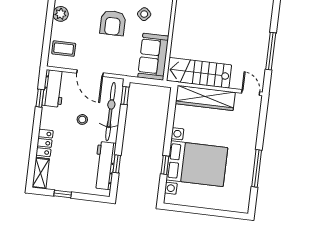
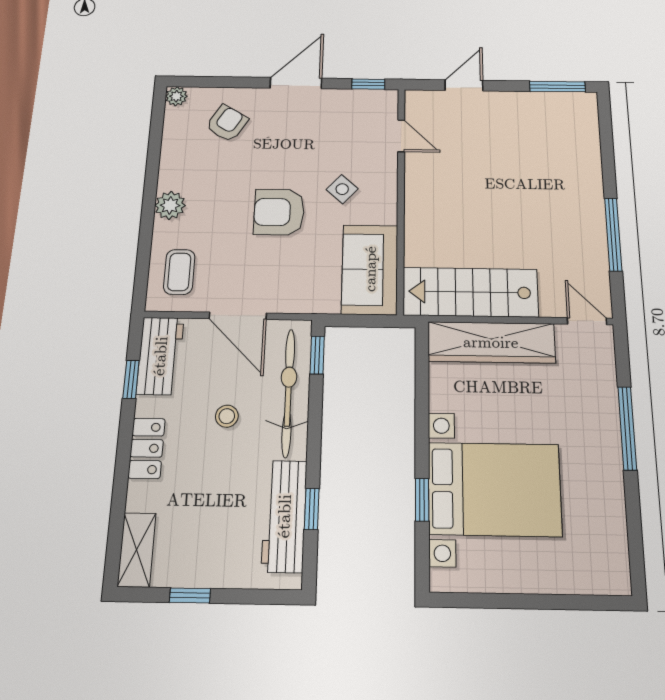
armchair: (113, 23) -> (279, 212), turned 90
coffee table: (64, 49) -> (179, 272), turned 90
locker: (45, 143) -> (147, 448), moved
window: (257, 168) -> (627, 428), moved

